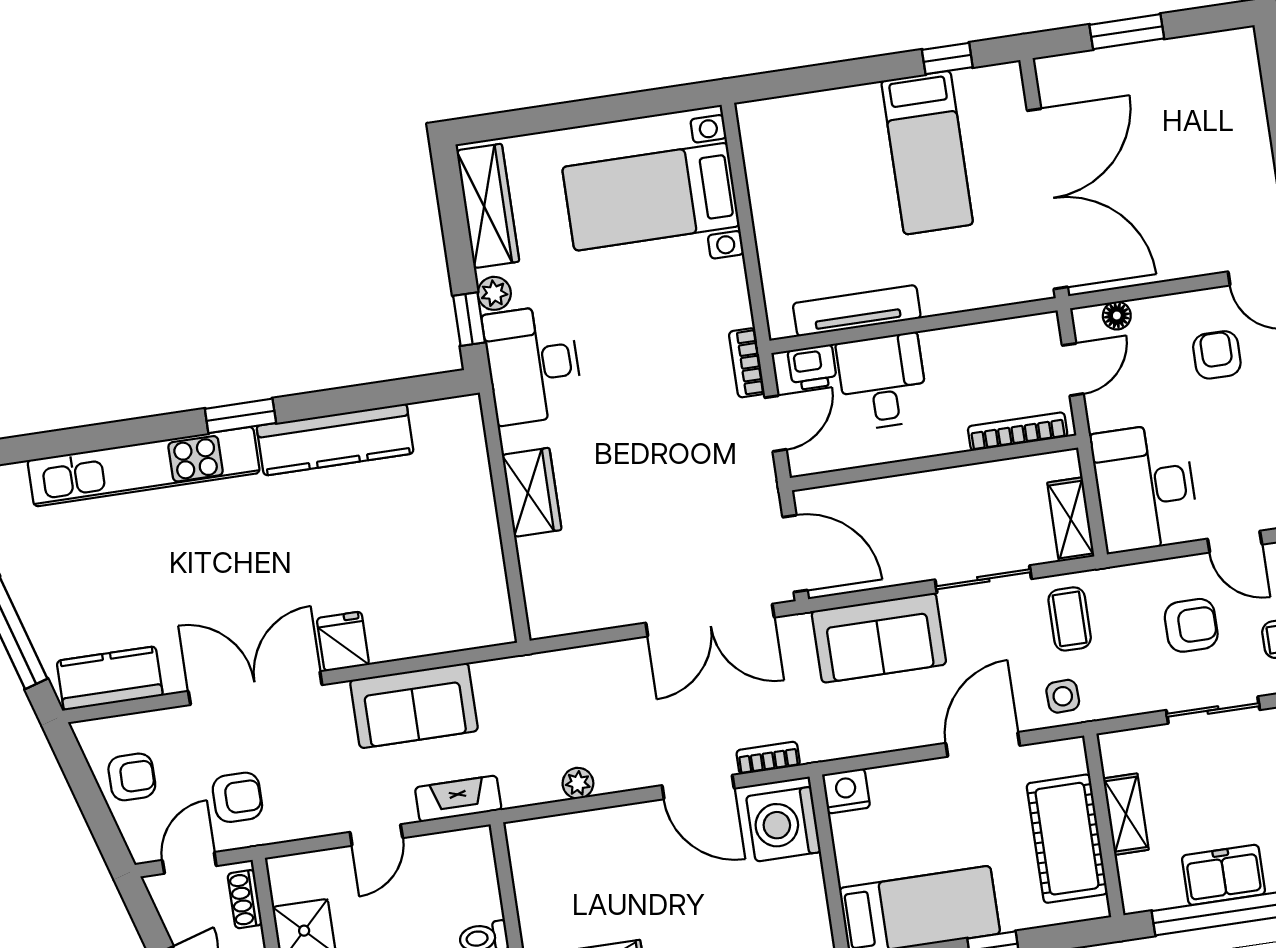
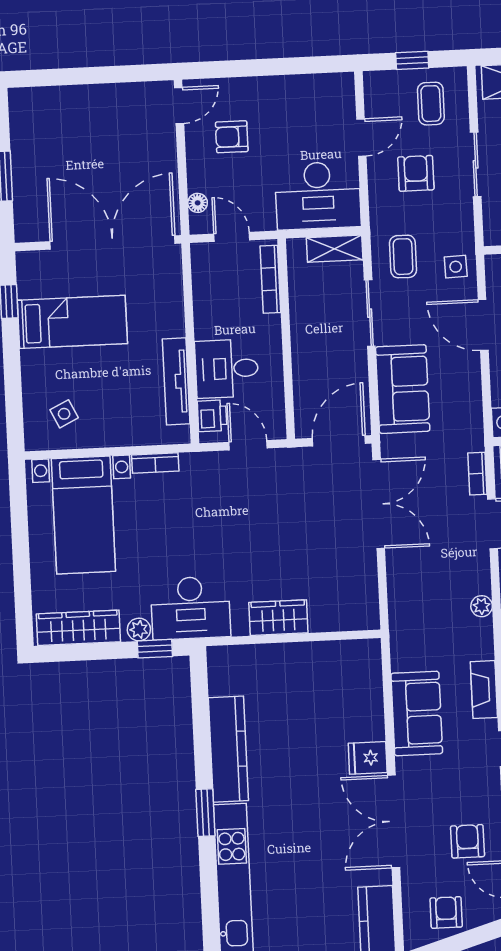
side table: (794, 154) -> (64, 414), added
bookcase: (747, 363) -> (155, 463), moved
coffee table: (1070, 619) -> (403, 257), turned 90

